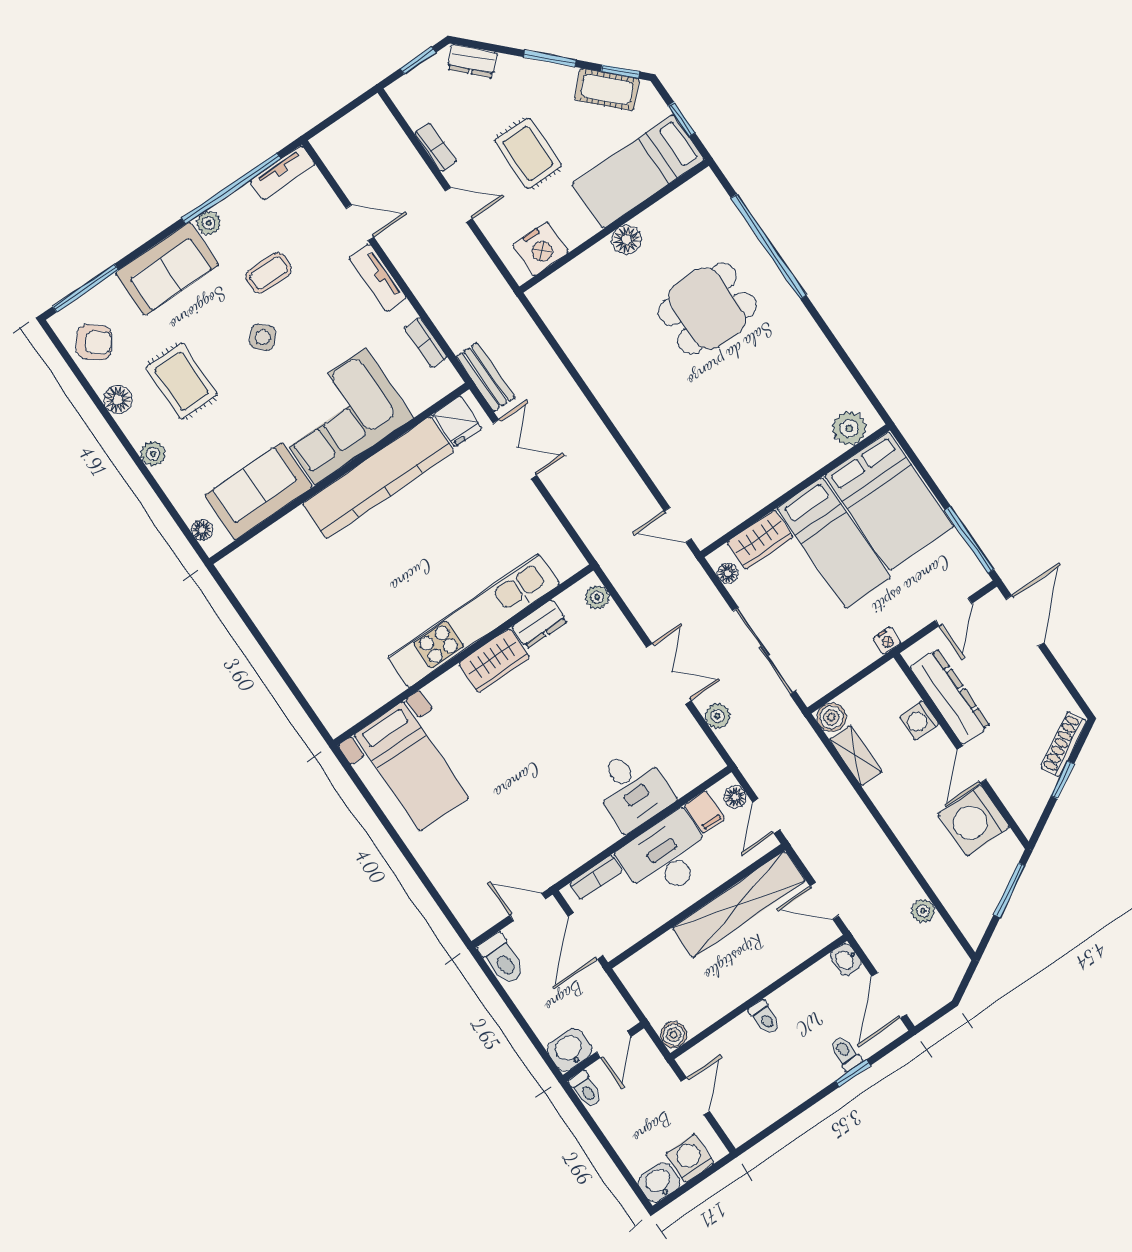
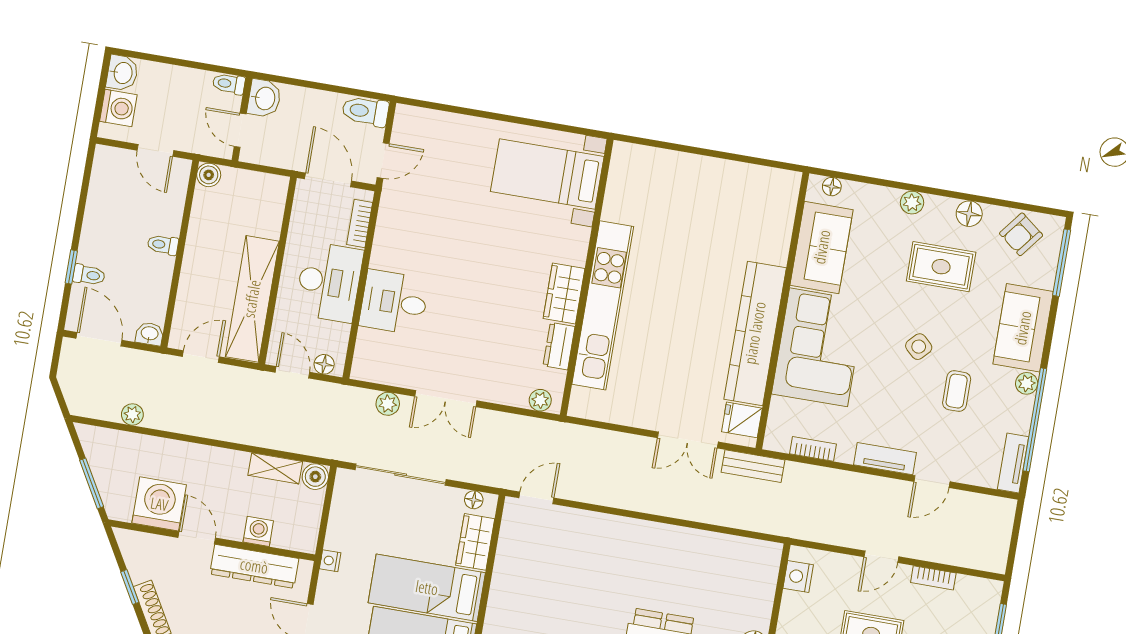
nightstand: (540, 249) -> (798, 576), width x0.74, depth x0.75
filing cabinet: (705, 812) -> (334, 335), removed

